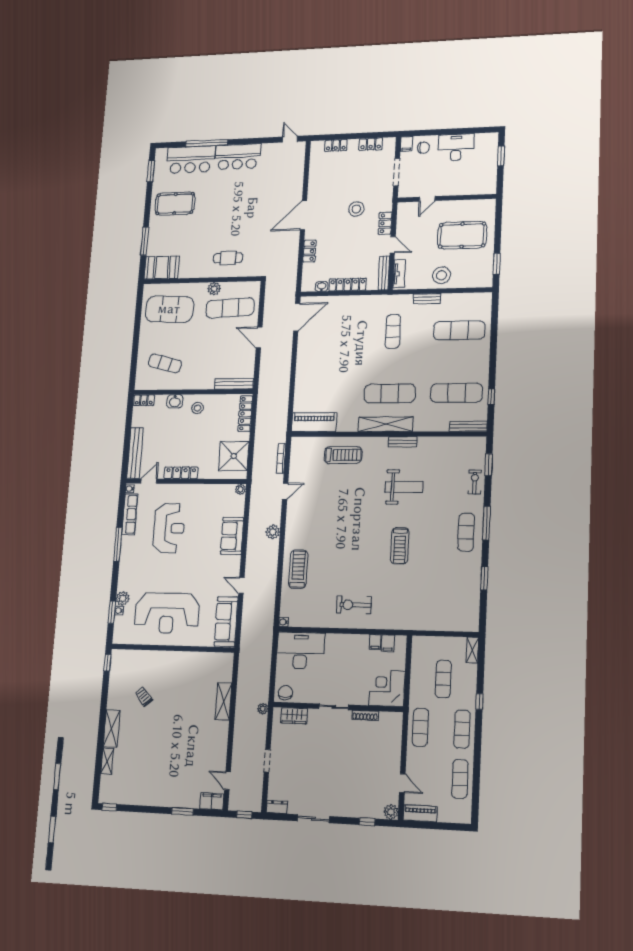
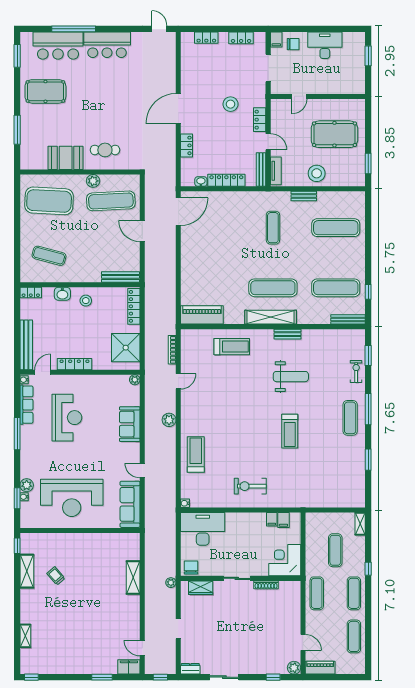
booth: (162, 268) -> (66, 158), moved
shelving: (112, 728) -> (27, 571), moved

